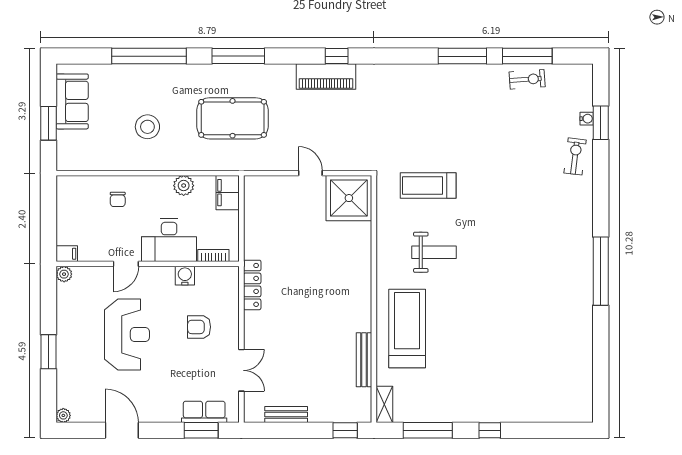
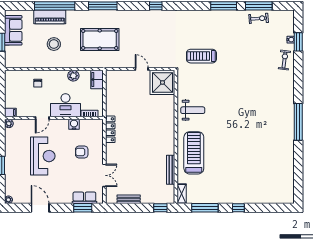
piano: (326, 76) -> (50, 17), moved
treadmill: (428, 185) -> (201, 56), moved
weight bench: (434, 252) -> (193, 110), moved

